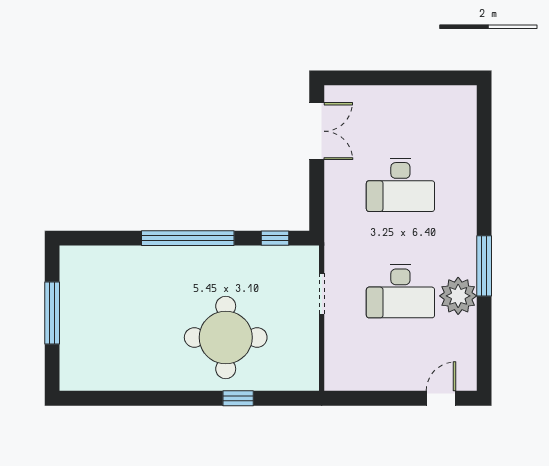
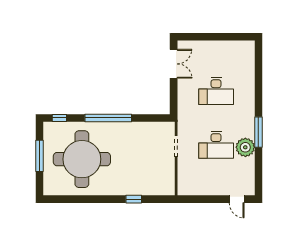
window: (275, 238) -> (59, 118), moved
round table: (226, 337) -> (82, 159), moved, width x1.36, depth x1.36
door: (441, 398) -> (237, 199), swing flipped

